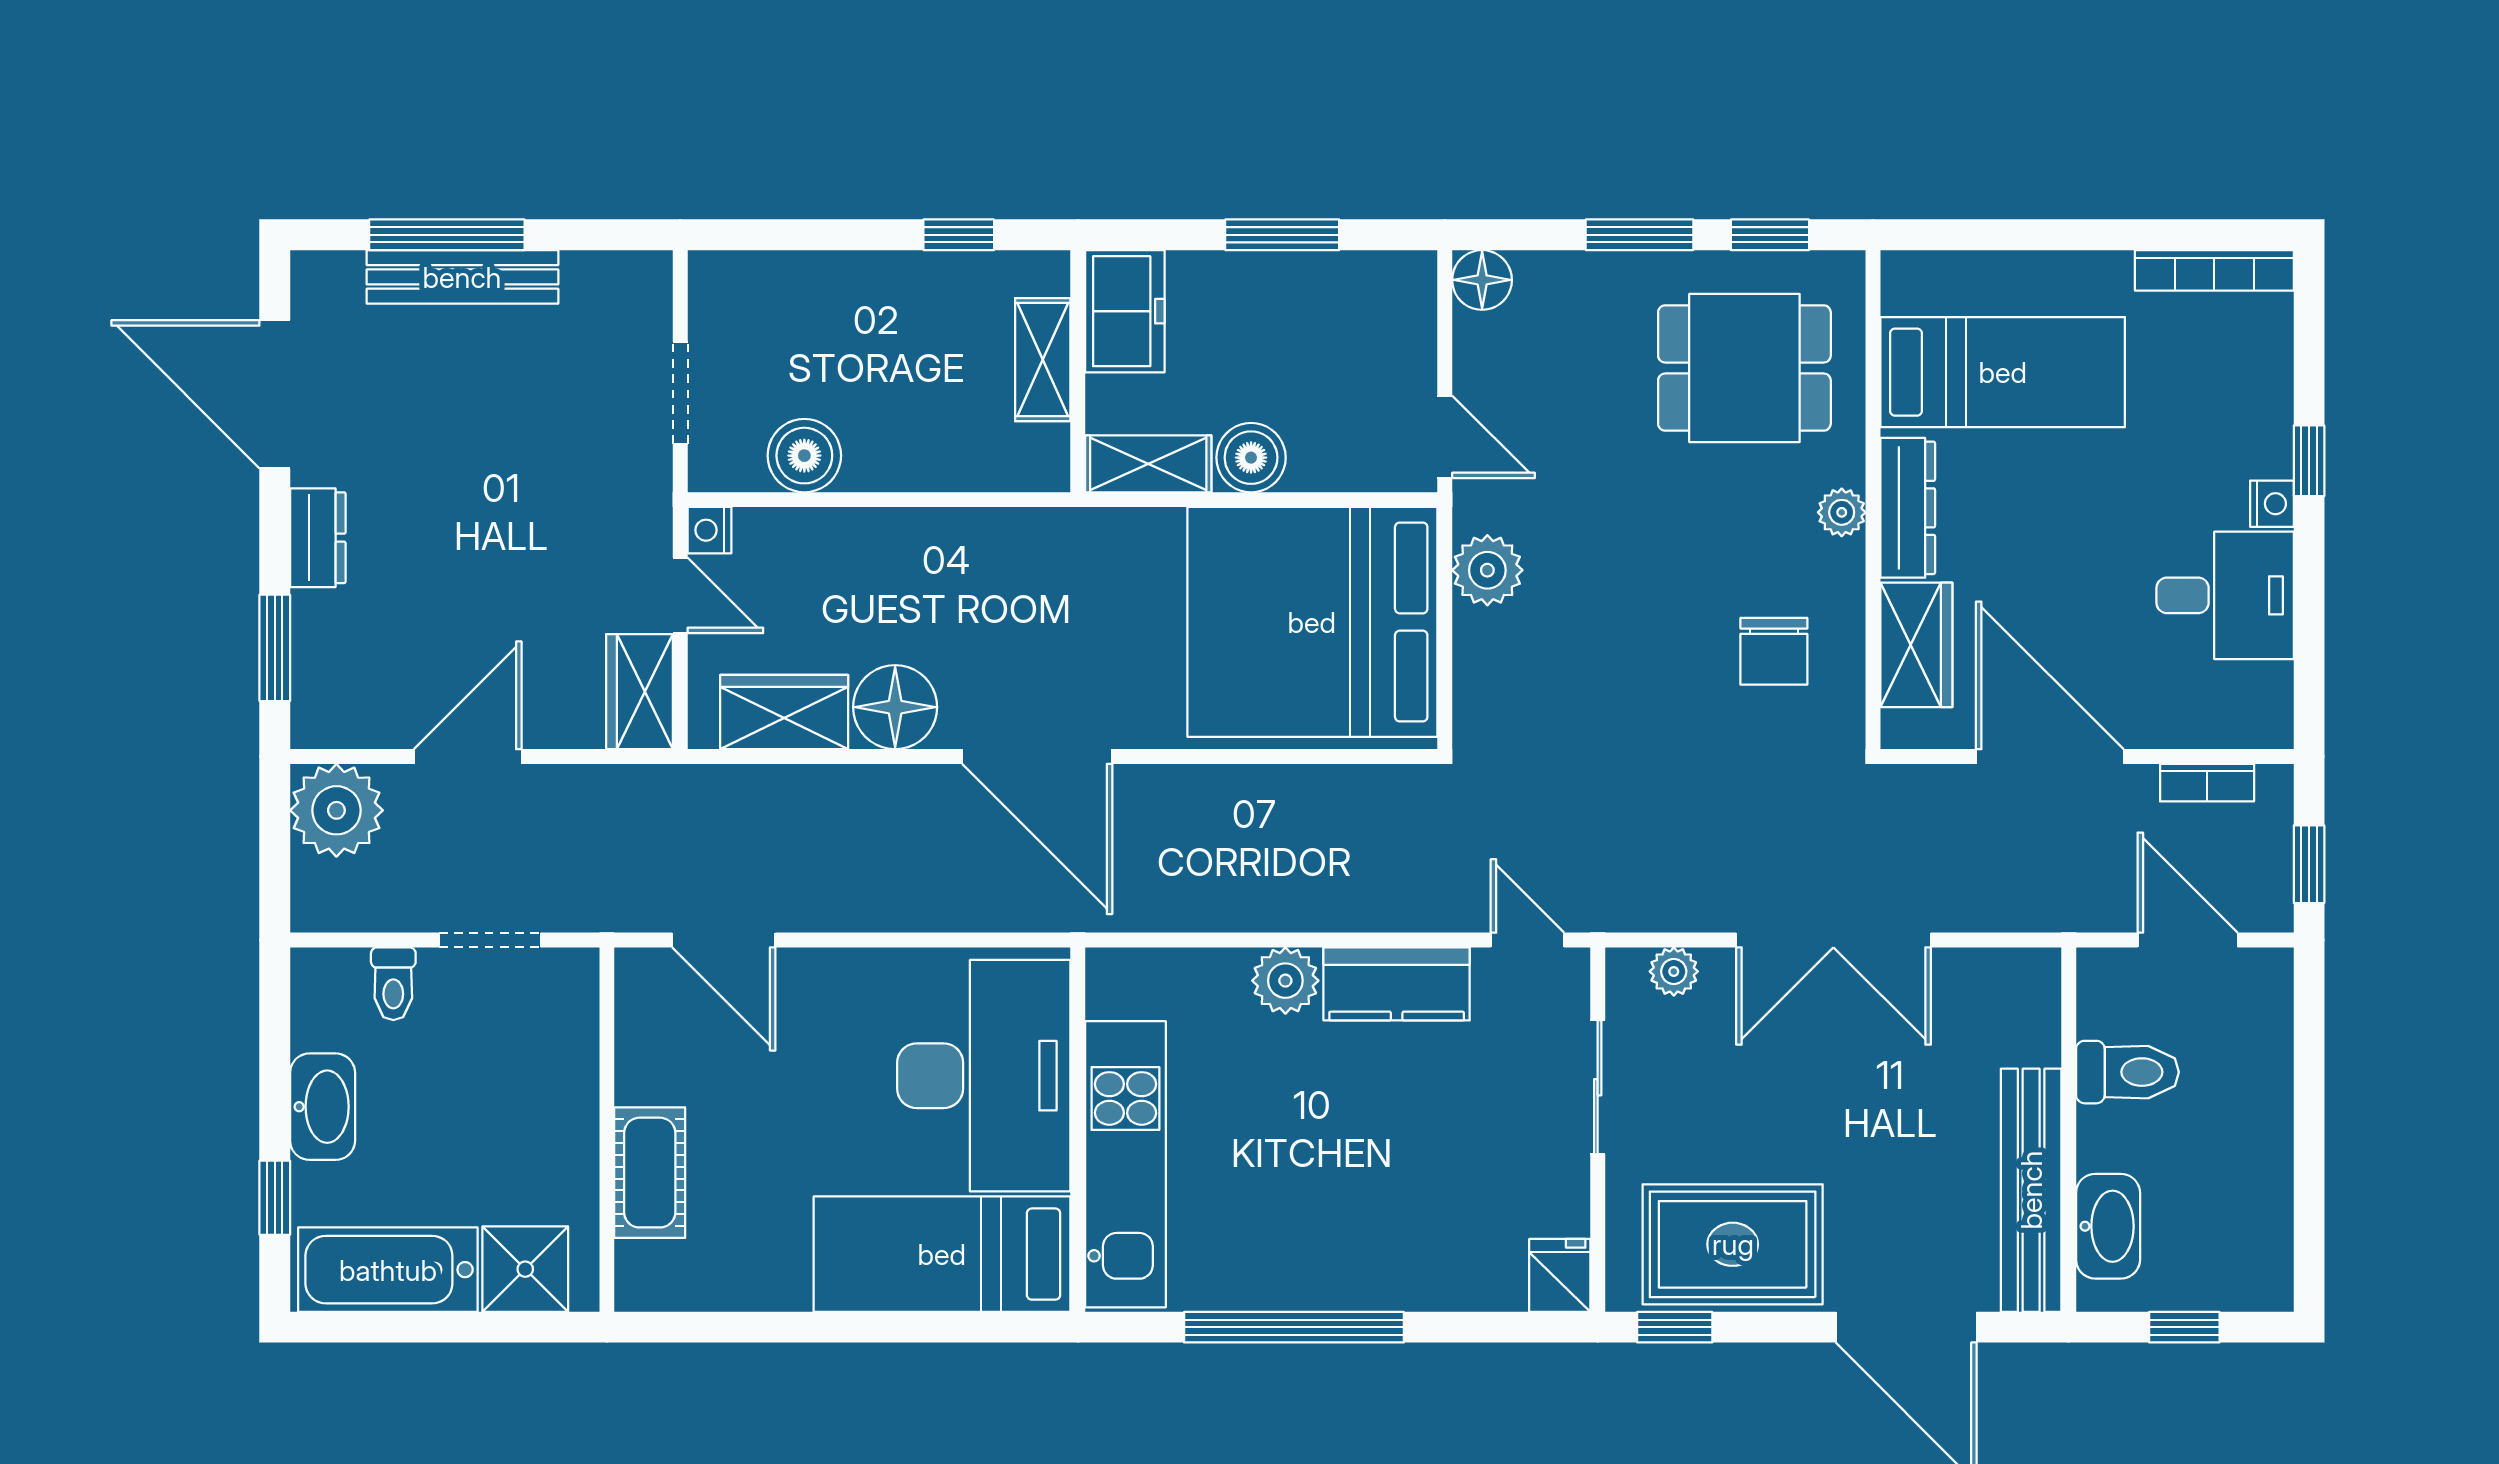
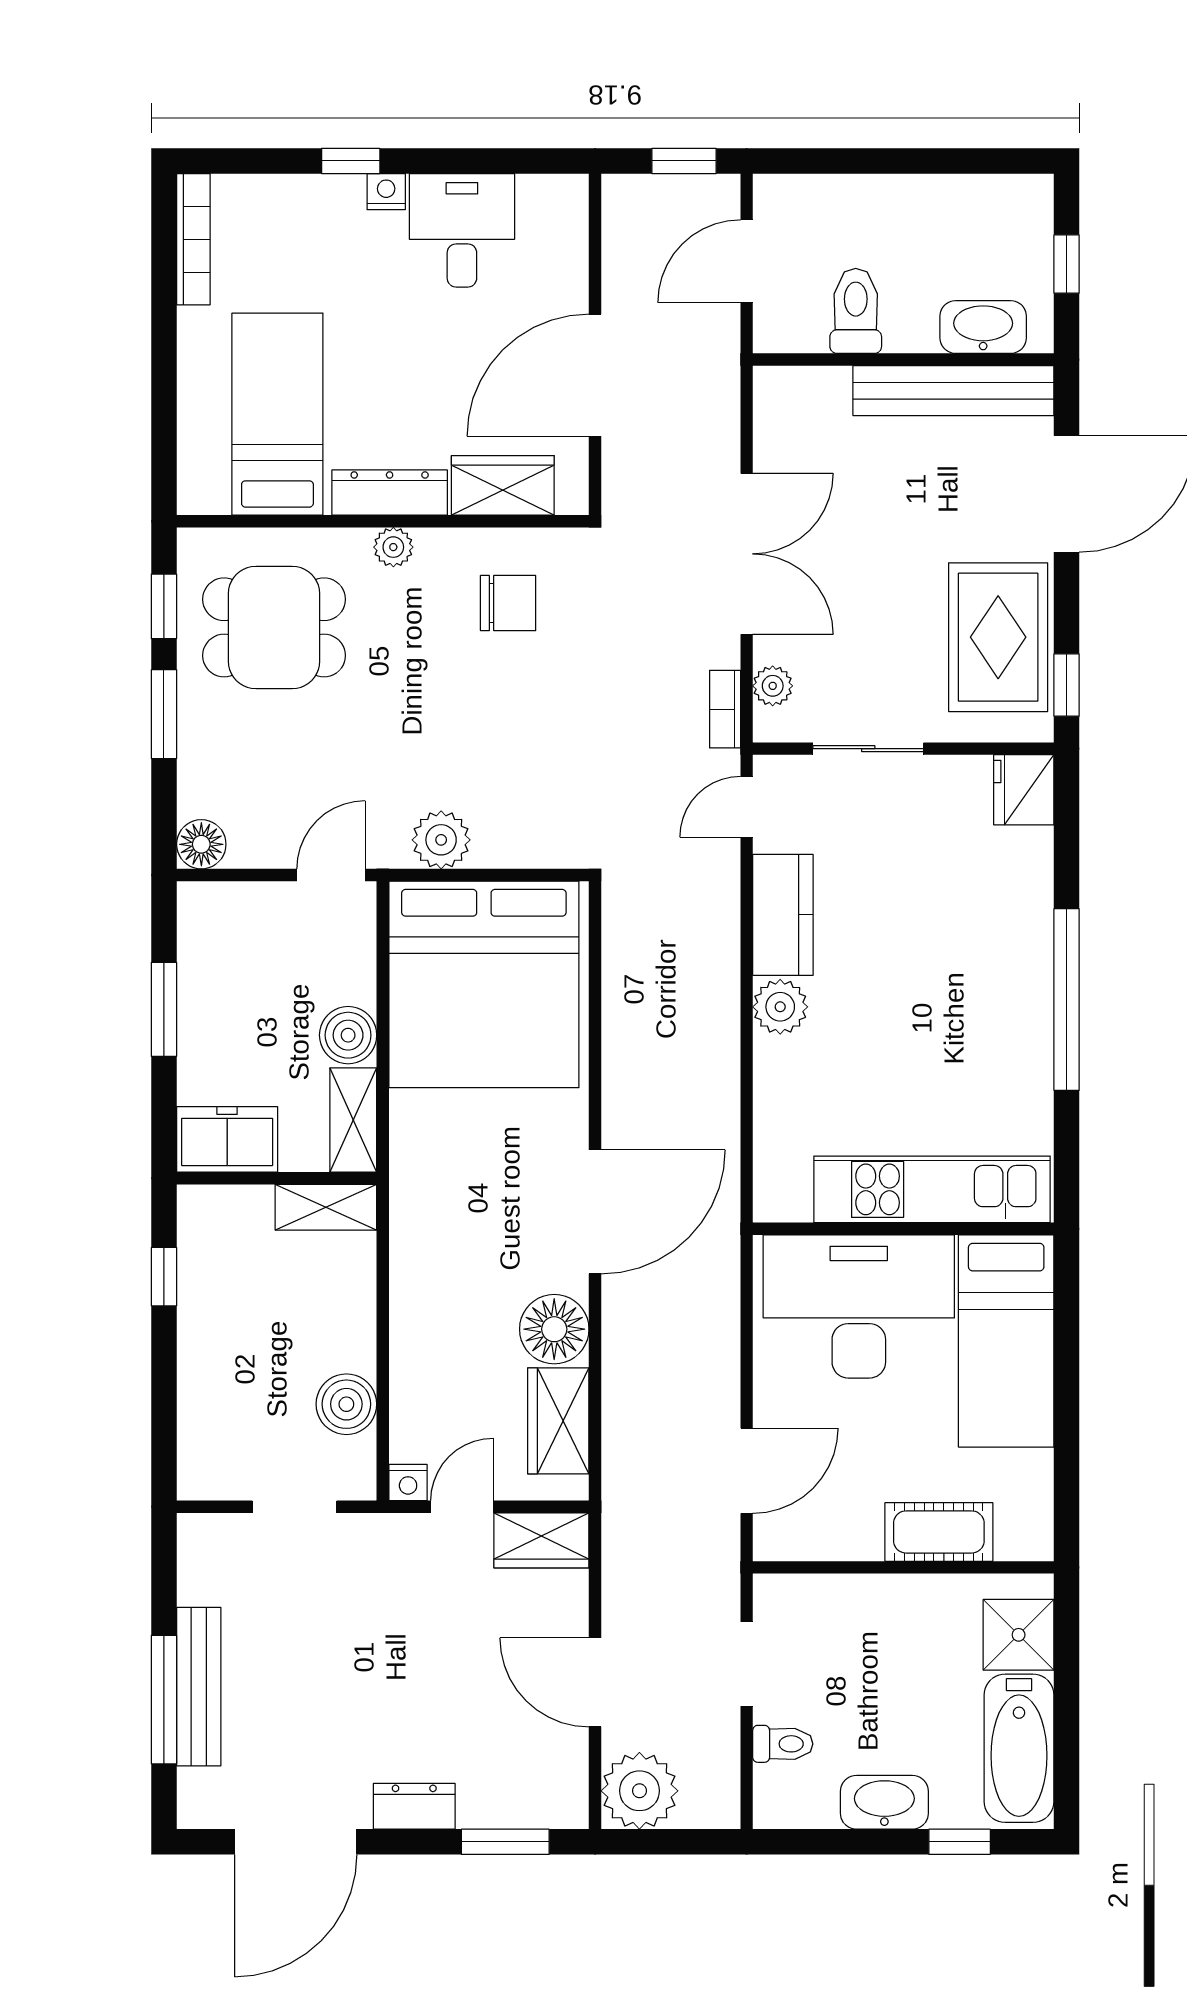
shelving: (1043, 360) -> (326, 1207), moved
dining table: (1744, 368) -> (274, 627), turned 90
bookcase: (2207, 783) -> (725, 709), moved, turned 180
desk: (984, 1076) -> (859, 1306), moved
wall: (1078, 1130) -> (903, 1229), moved
kitchen unit: (1125, 1164) -> (932, 1189), moved
bed: (942, 1254) -> (1006, 1341), moved
fridge: (1560, 1275) -> (1024, 790), width x1.38

